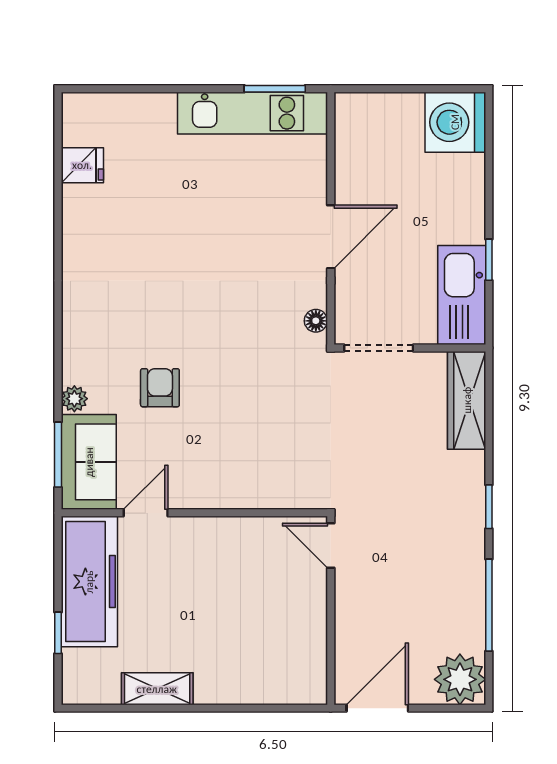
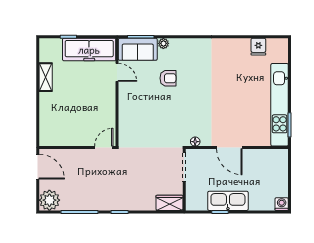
kitchen unit: (253, 113) -> (280, 105), width x1.36
washing machine: (455, 122) -> (282, 204), width x0.53, depth x0.53
kitchen sink: (462, 295) -> (228, 201), moved
wardrobe: (467, 400) -> (169, 203), width x0.67

